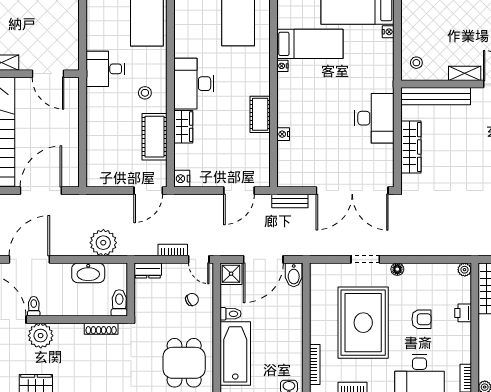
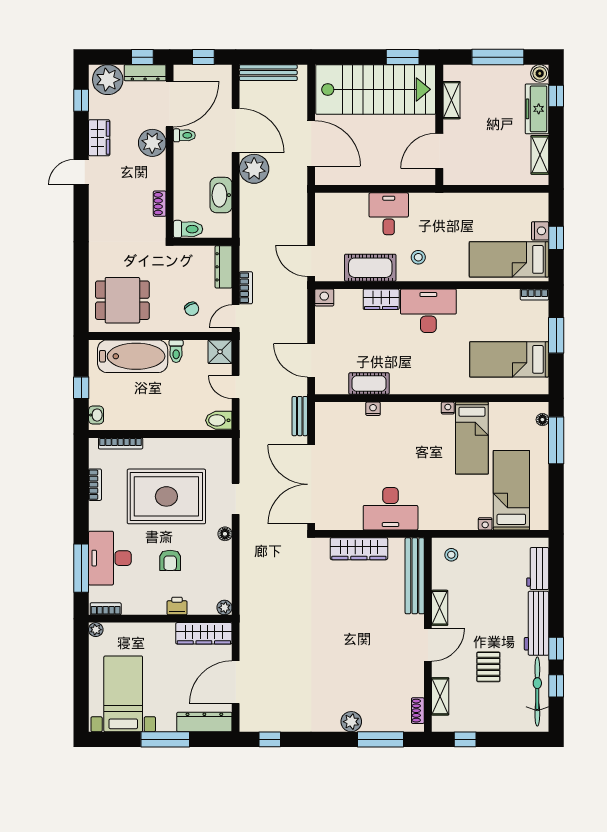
desk: (105, 69) -> (389, 214), moved
cot: (260, 114) -> (369, 384), moved
plant: (103, 243) -> (254, 169), moved
door: (263, 259) -> (236, 387), width x0.53
dresser: (148, 270) -> (224, 267), width x1.44
shoe rack: (101, 329) -> (160, 204), width x0.70

